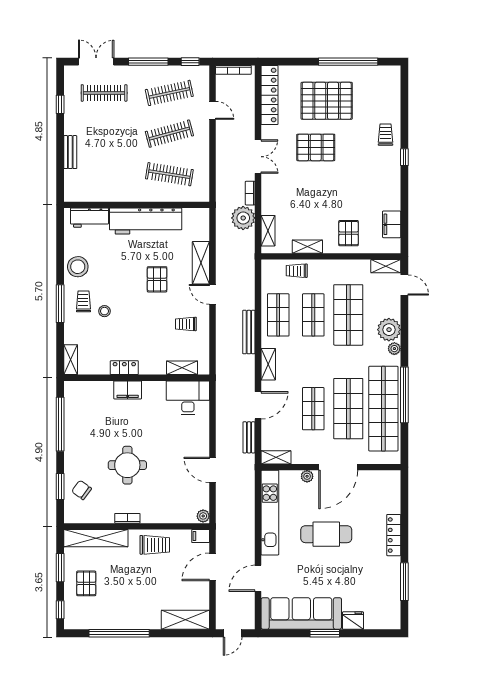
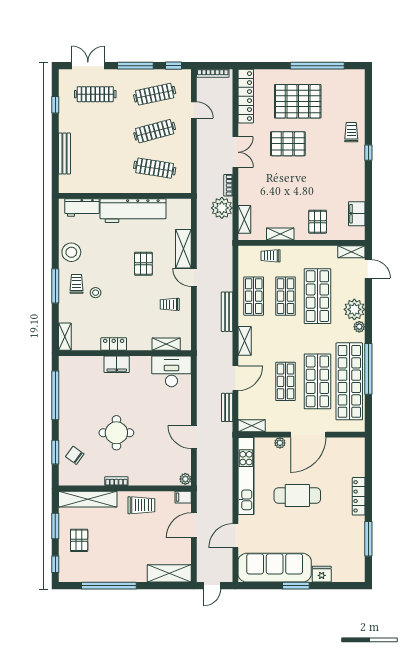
bench: (70, 152) -> (64, 153), width x1.36

